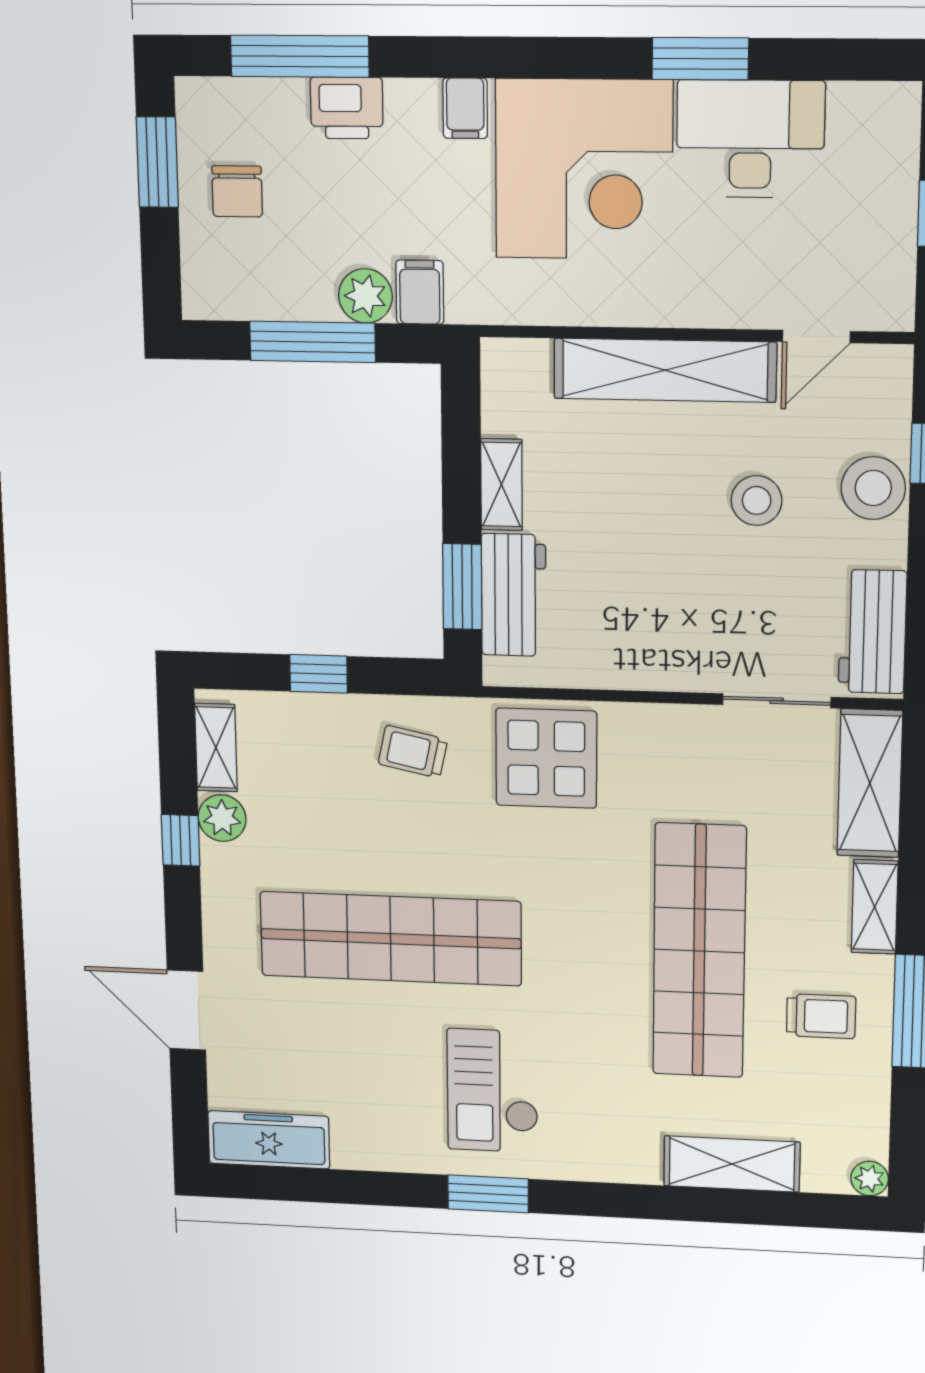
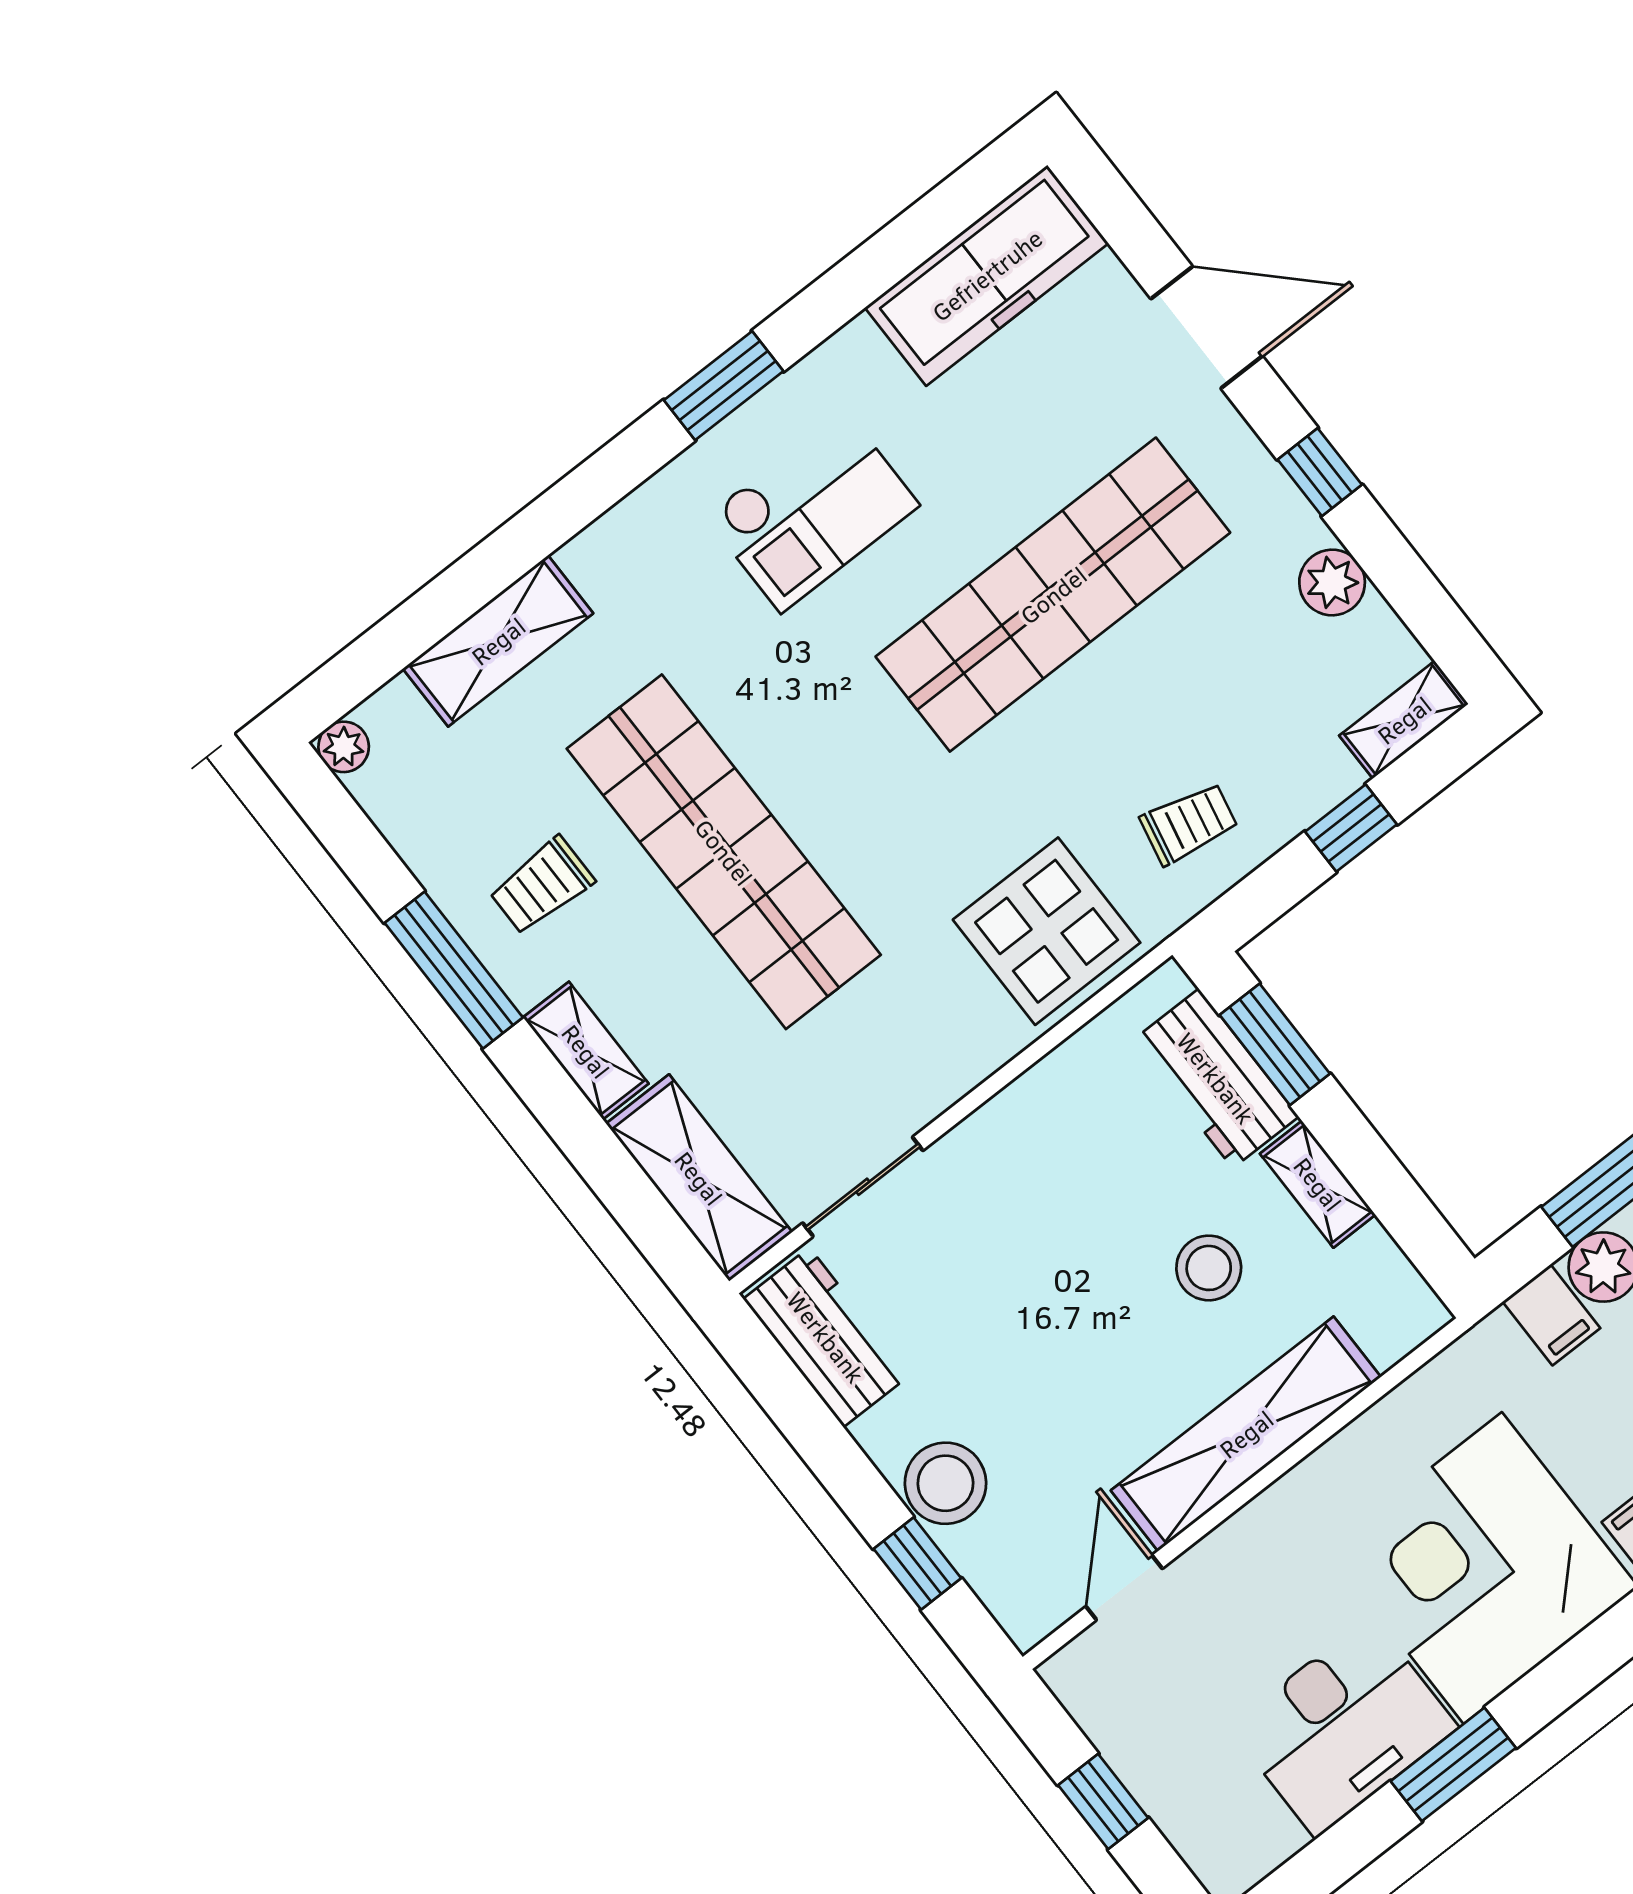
stool: (757, 500) -> (1209, 1268), moved
shelving: (216, 748) -> (1404, 720), moved, turned 90
window: (181, 840) -> (1320, 472), moved
checkout: (493, 1091) -> (812, 511), turned 90
freezer: (269, 1140) -> (987, 275), width x1.36, depth x1.26

